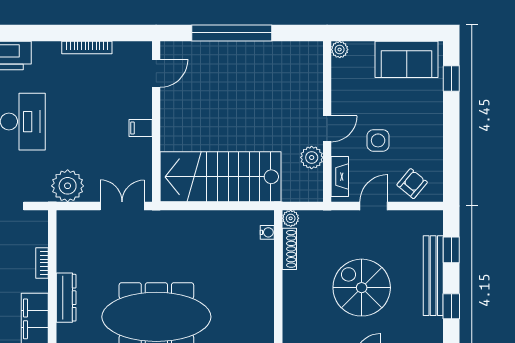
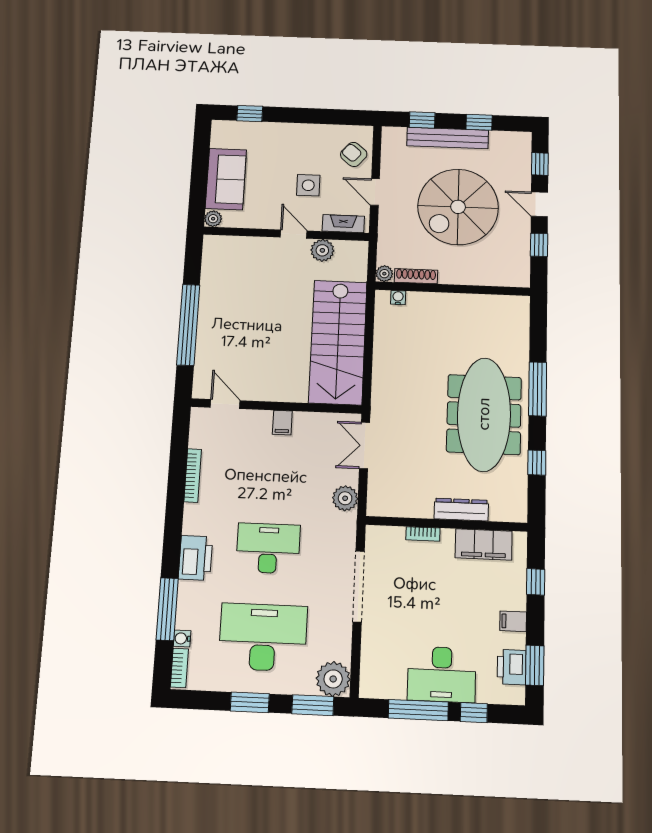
sofa: (407, 59) -> (226, 179), moved
plant: (68, 186) -> (345, 498), width x0.73, depth x0.73
spiral stairs: (362, 288) -> (458, 207), width x1.37, depth x1.37

